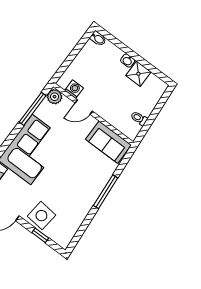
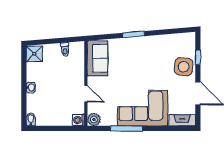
shower: (138, 74) -> (34, 54), moved
washing machine: (74, 89) -> (79, 120), moved
window: (33, 109) -> (126, 128), moved
window: (106, 192) -> (134, 34), width x0.69

